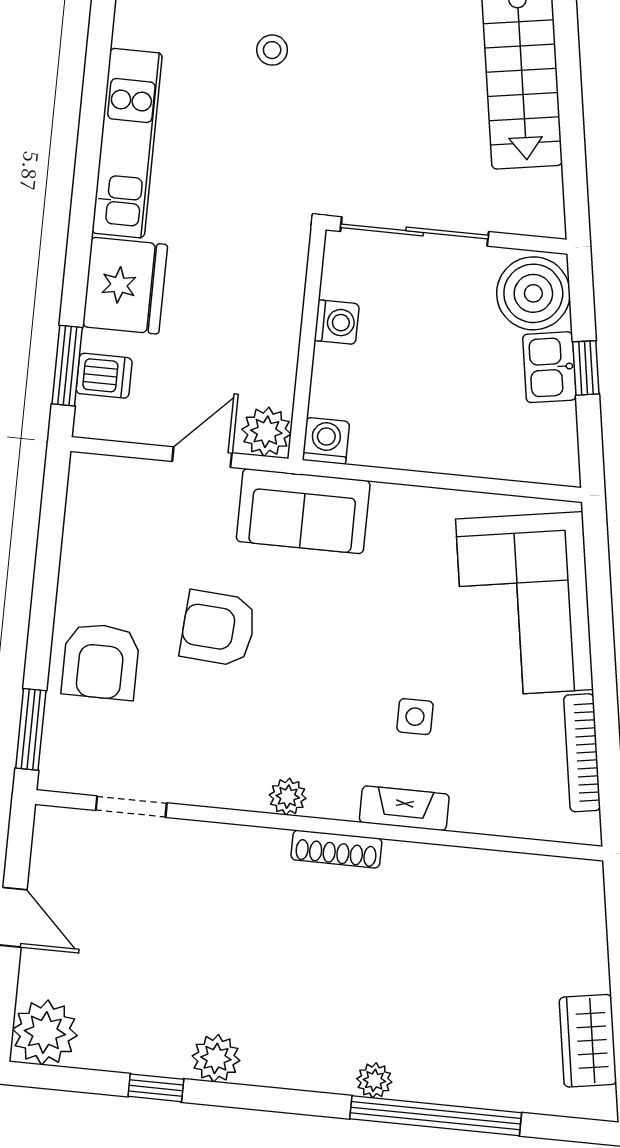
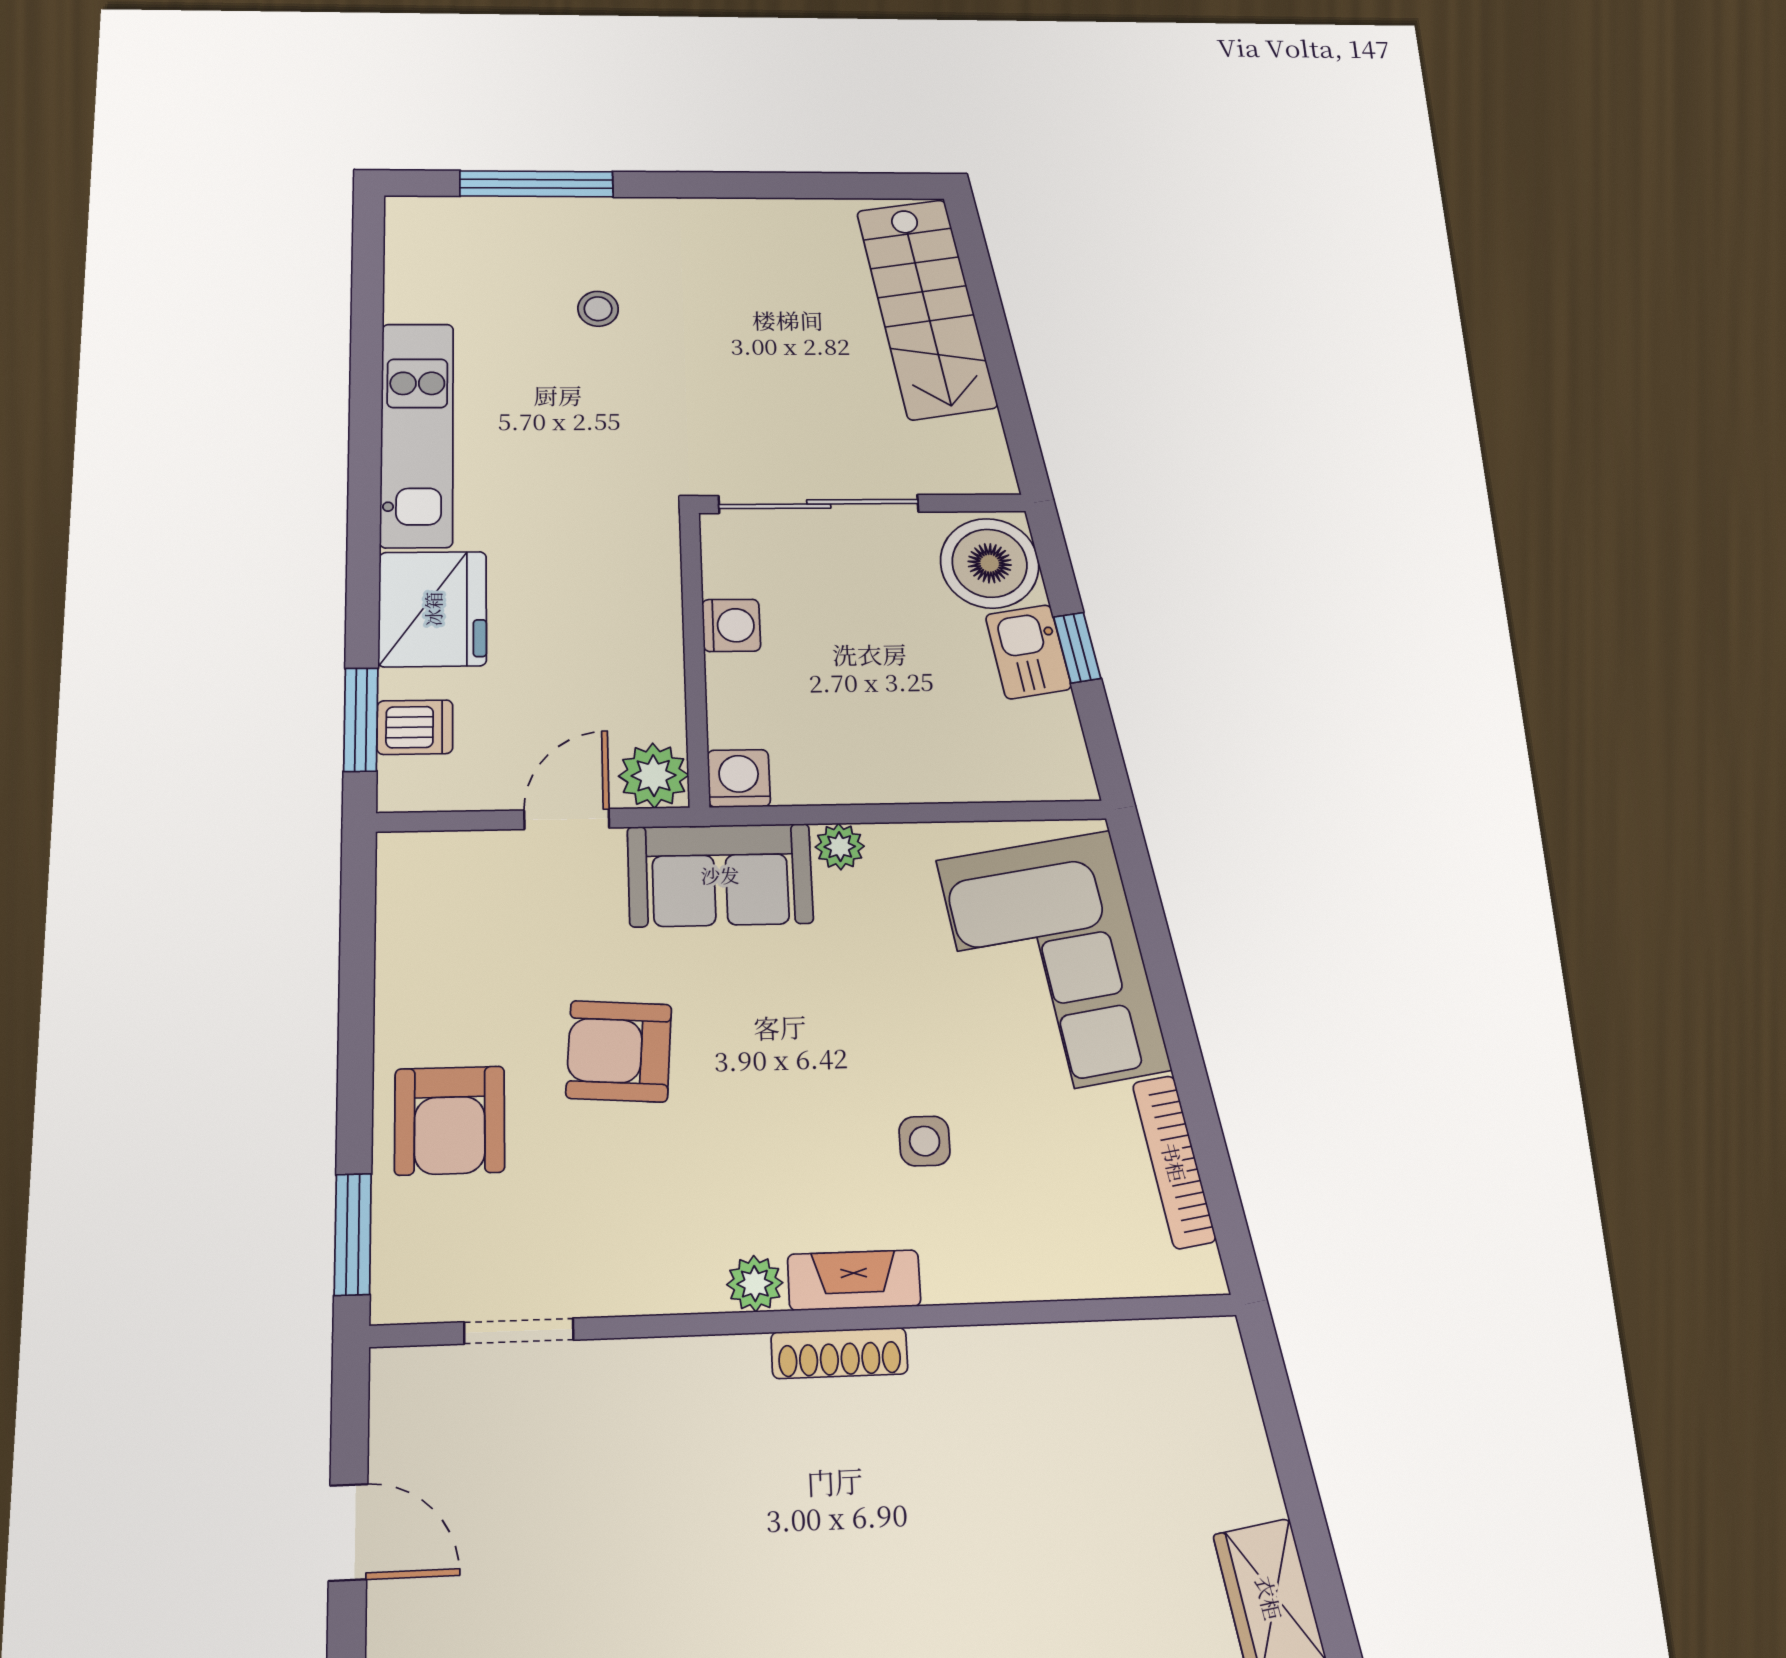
plant: (390, 500) -> (840, 847), added
fireplace: (404, 808) -> (854, 1280), moved

